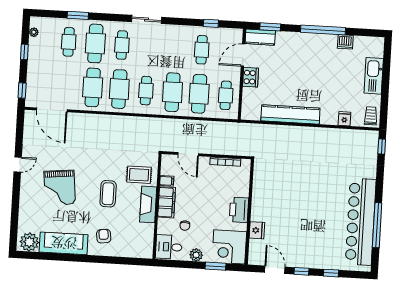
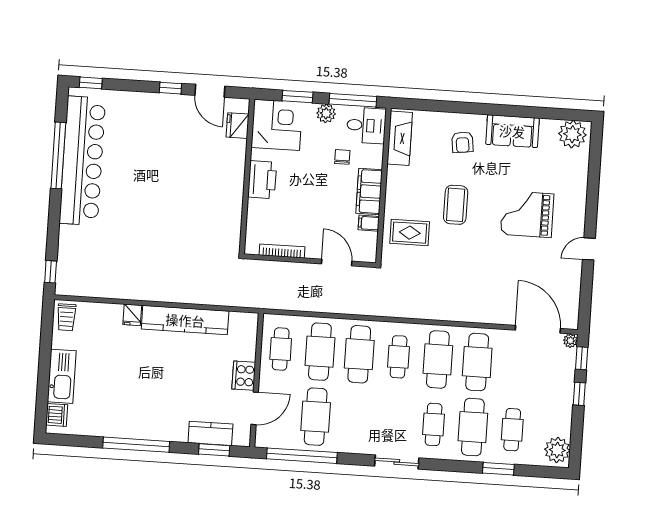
window: (211, 23) -> (302, 456), width x3.17
plant: (34, 32) -> (557, 450), width x1.88, depth x1.88
kitchen counter: (260, 37) -> (210, 433), moved
dishwasher: (345, 42) -> (57, 415), moved, turned 90
cafe table: (202, 50) -> (316, 417), width x1.37, depth x1.35
window: (24, 52) -> (579, 394), moved
plant: (30, 102) -> (570, 341), added
fridge: (344, 119) -> (132, 315), moved
grand piano: (60, 188) -> (527, 214), turned -84
fireplace: (148, 204) -> (400, 138), moved
fridge: (257, 230) -> (238, 126), moved
sofa: (64, 243) -> (512, 131), width x0.73
window: (178, 264) -> (353, 100), added
window: (331, 273) -> (91, 83), moved

